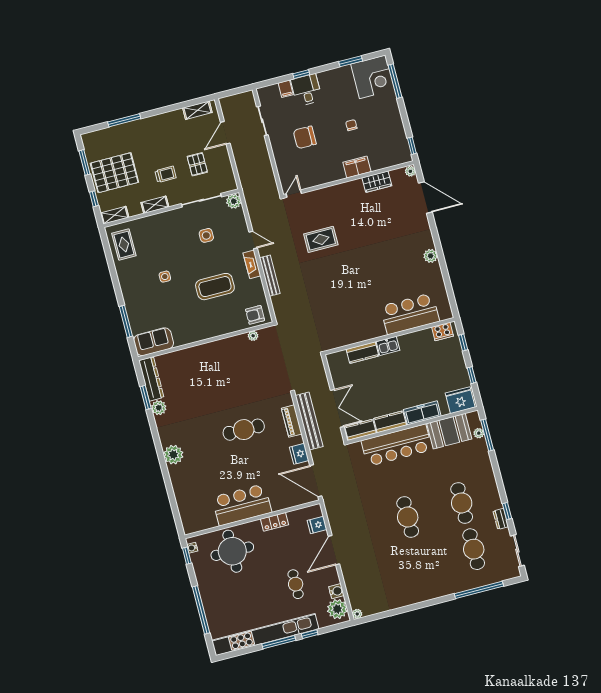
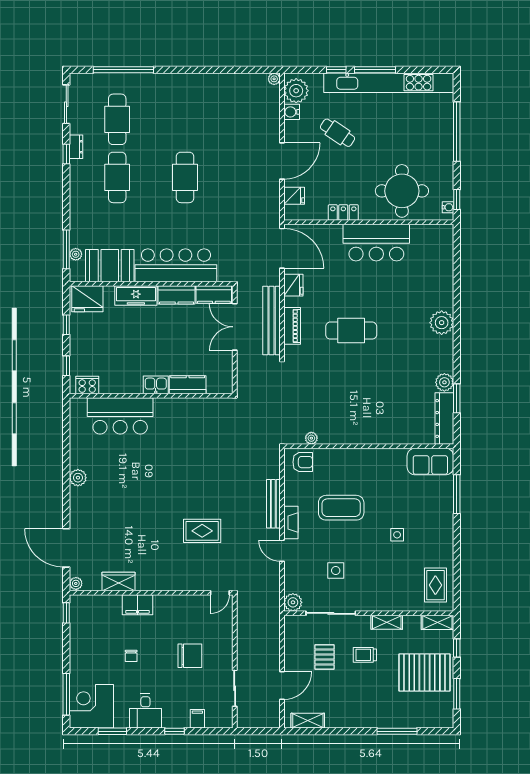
desk: (306, 90) -> (145, 711), moved
cafe table: (296, 584) -> (338, 133), turned -56

